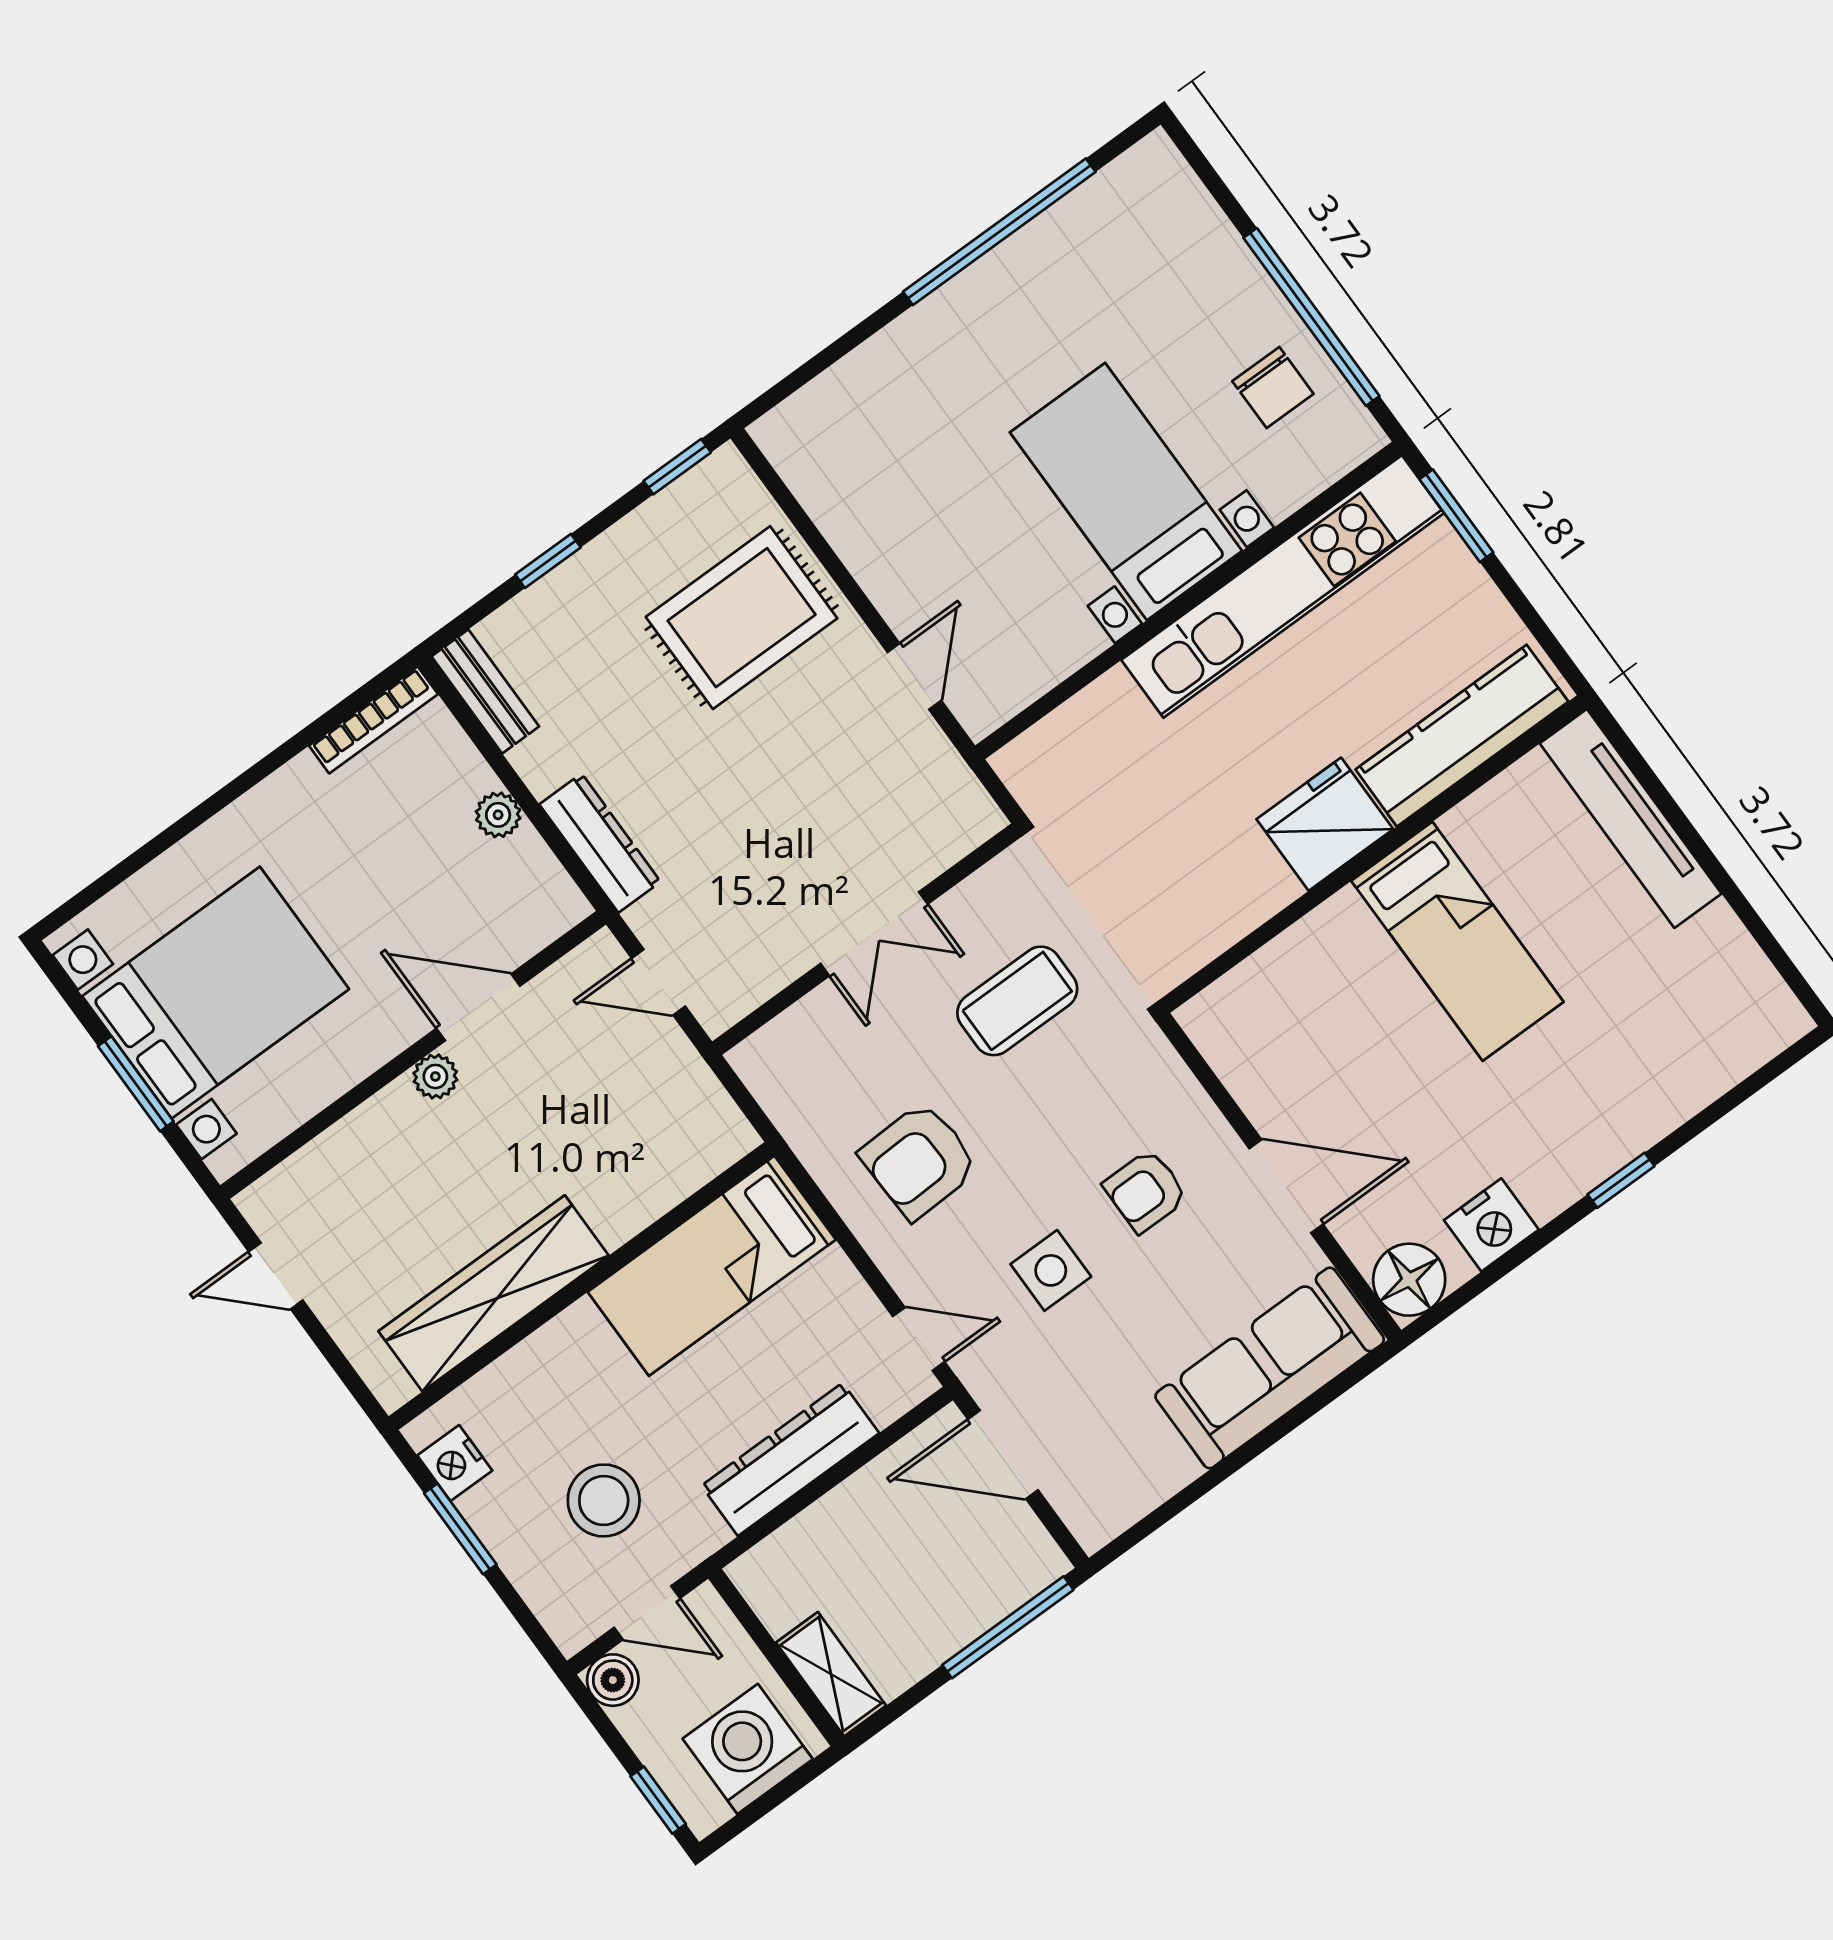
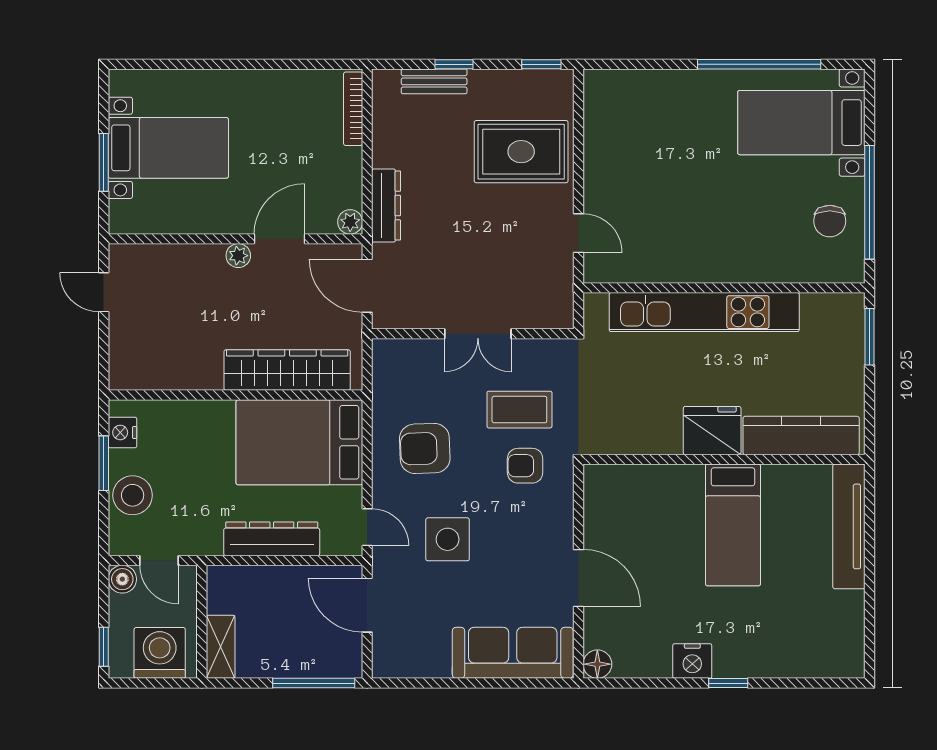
bed with nightstands: (1126, 492) -> (801, 123), moved, turned -90
kitchen unit: (1283, 587) -> (704, 312), moved
door: (914, 676) -> (578, 233), hinge flipped
bench: (485, 691) -> (434, 81), moved, turned 90
bookcase: (373, 720) -> (353, 109), moved, turned 90
plant: (498, 815) -> (350, 222), moved
door: (658, 982) -> (367, 286), width x1.38
bed with nightstands: (216, 993) -> (168, 148), width x0.73
door: (478, 1007) -> (279, 239), hinge flipped
armchair: (1145, 1191) -> (525, 466), moved
nightstand: (1491, 1225) -> (692, 661), moved
bed: (712, 1266) -> (299, 442), width x1.50
side table: (1051, 1270) -> (448, 539), width x1.37, depth x1.37
floor lamp: (1409, 1280) -> (597, 664), width x0.73, depth x0.73
wardrobe: (494, 1293) -> (287, 370), moved
stool: (604, 1500) -> (133, 495), moved

